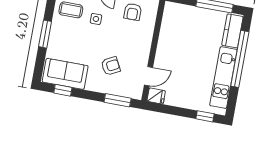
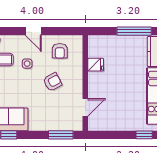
armchair: (111, 66) -> (52, 82), moved
fridge: (156, 96) -> (96, 65), moved

